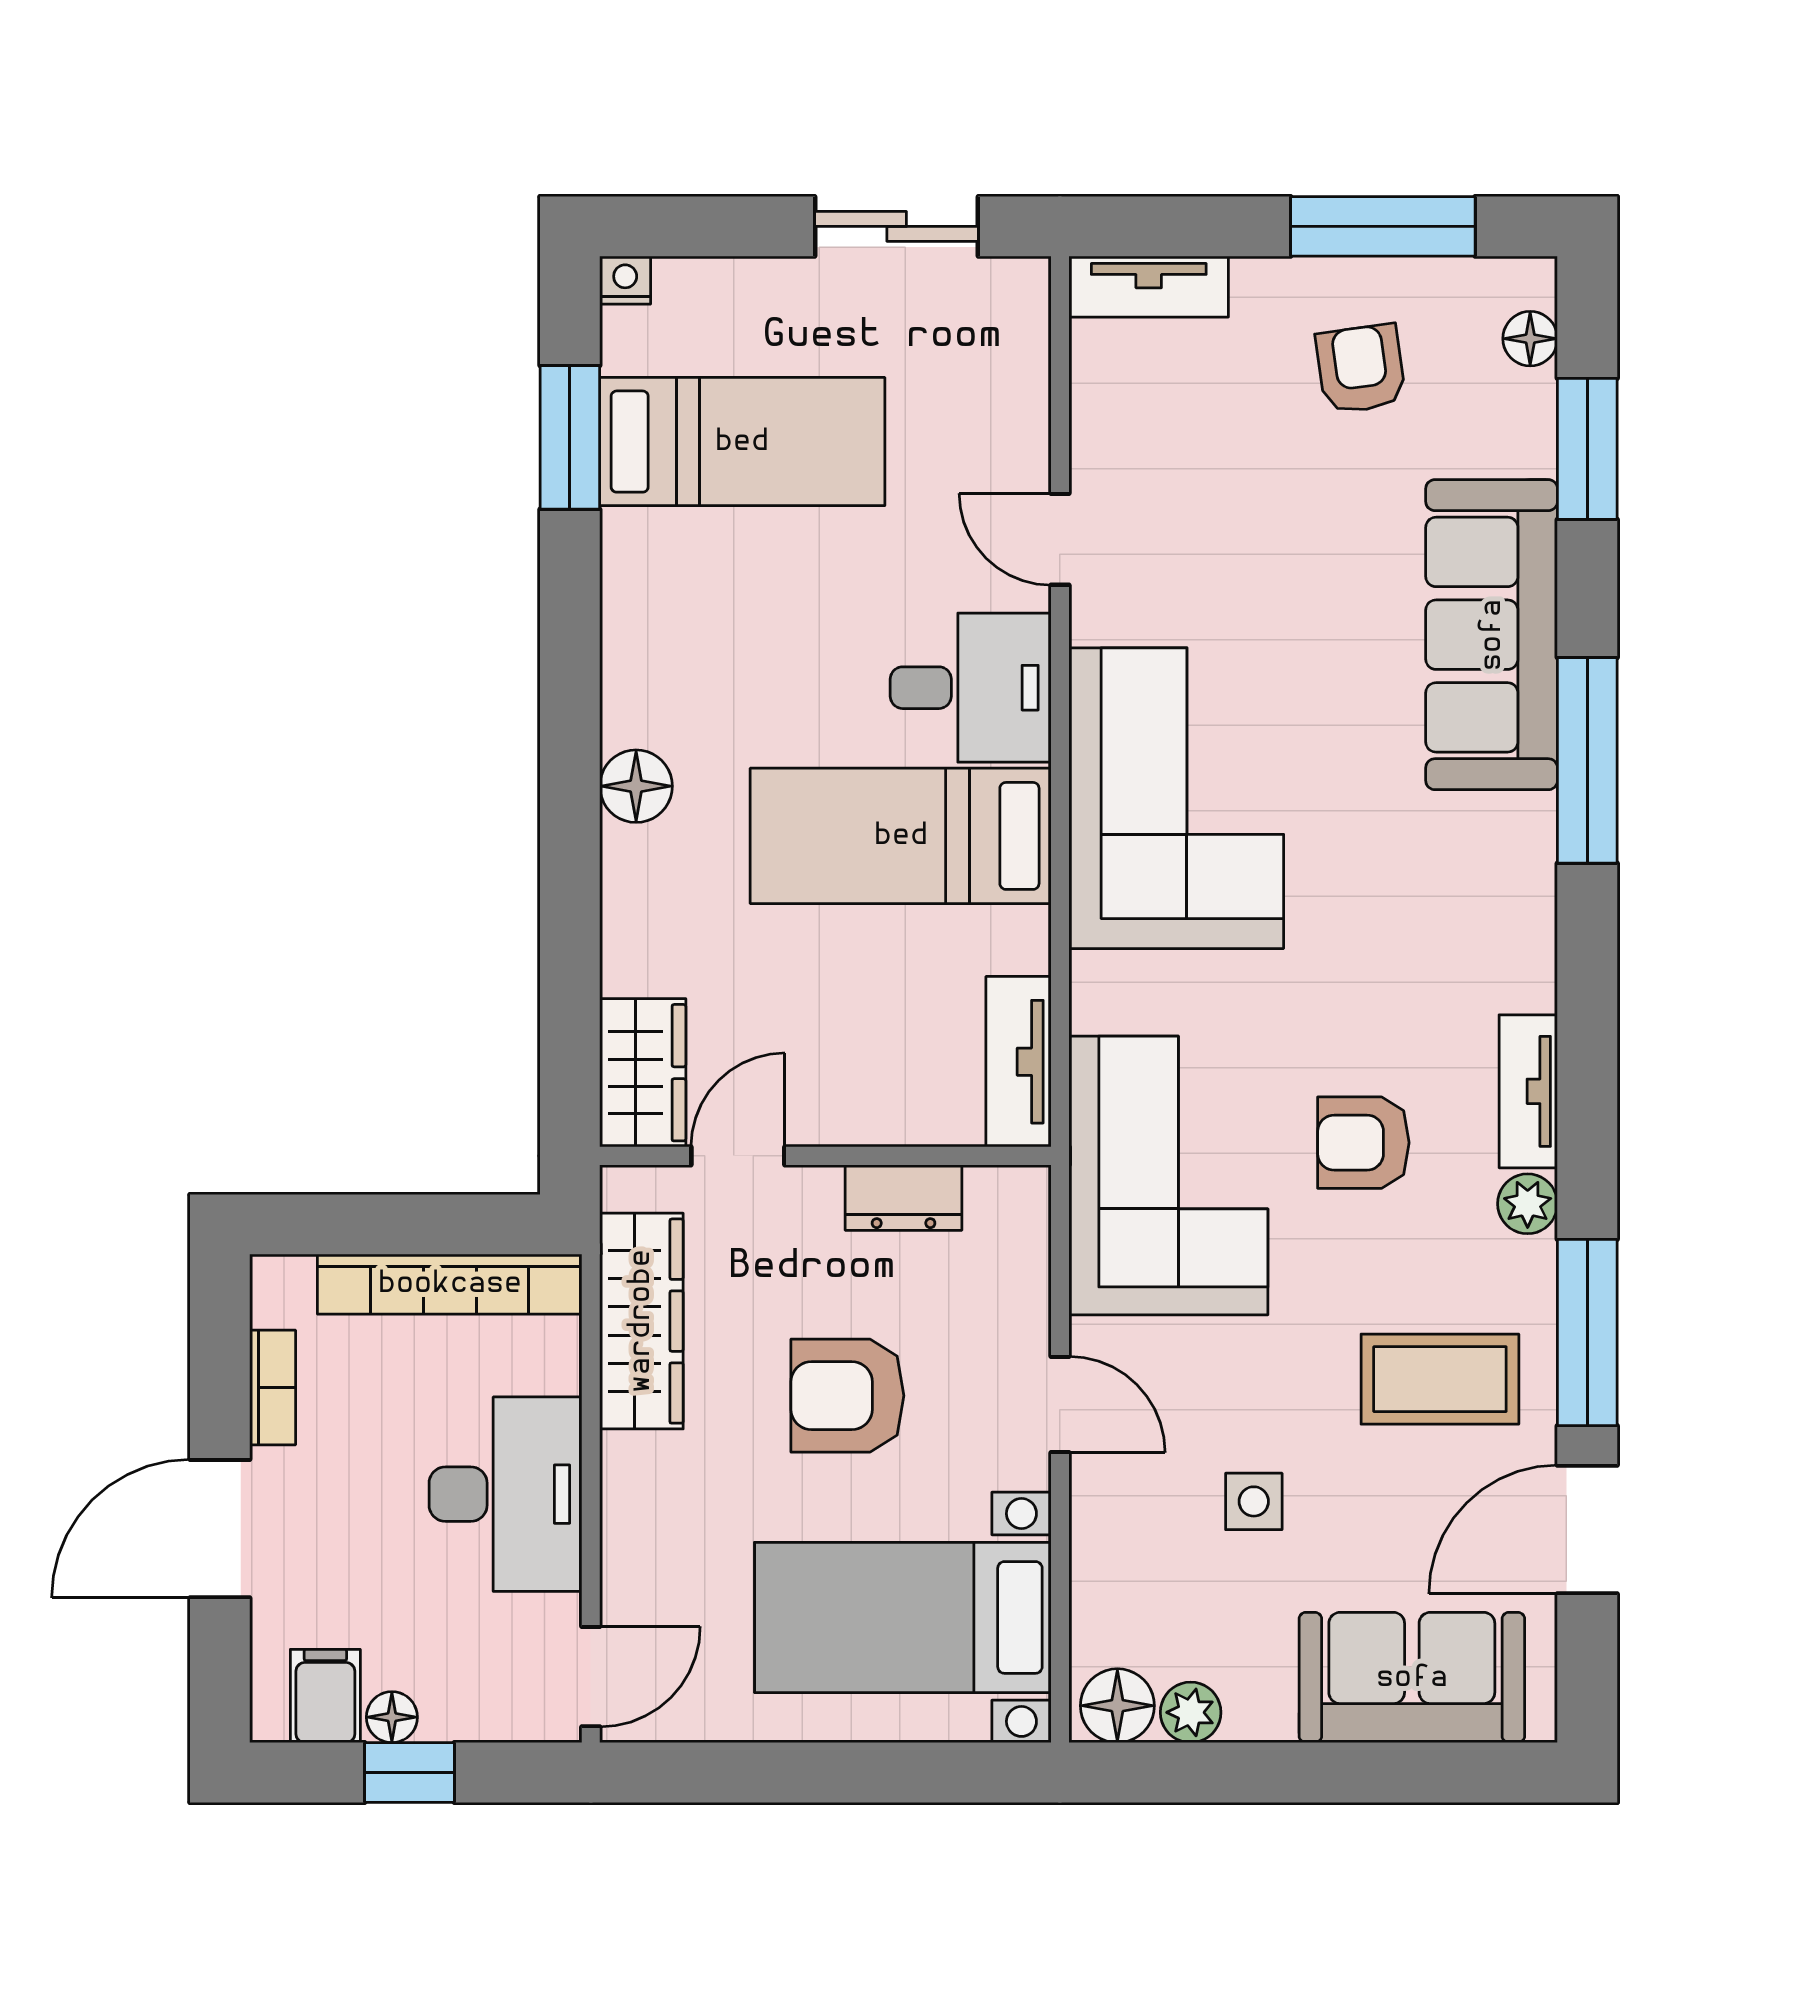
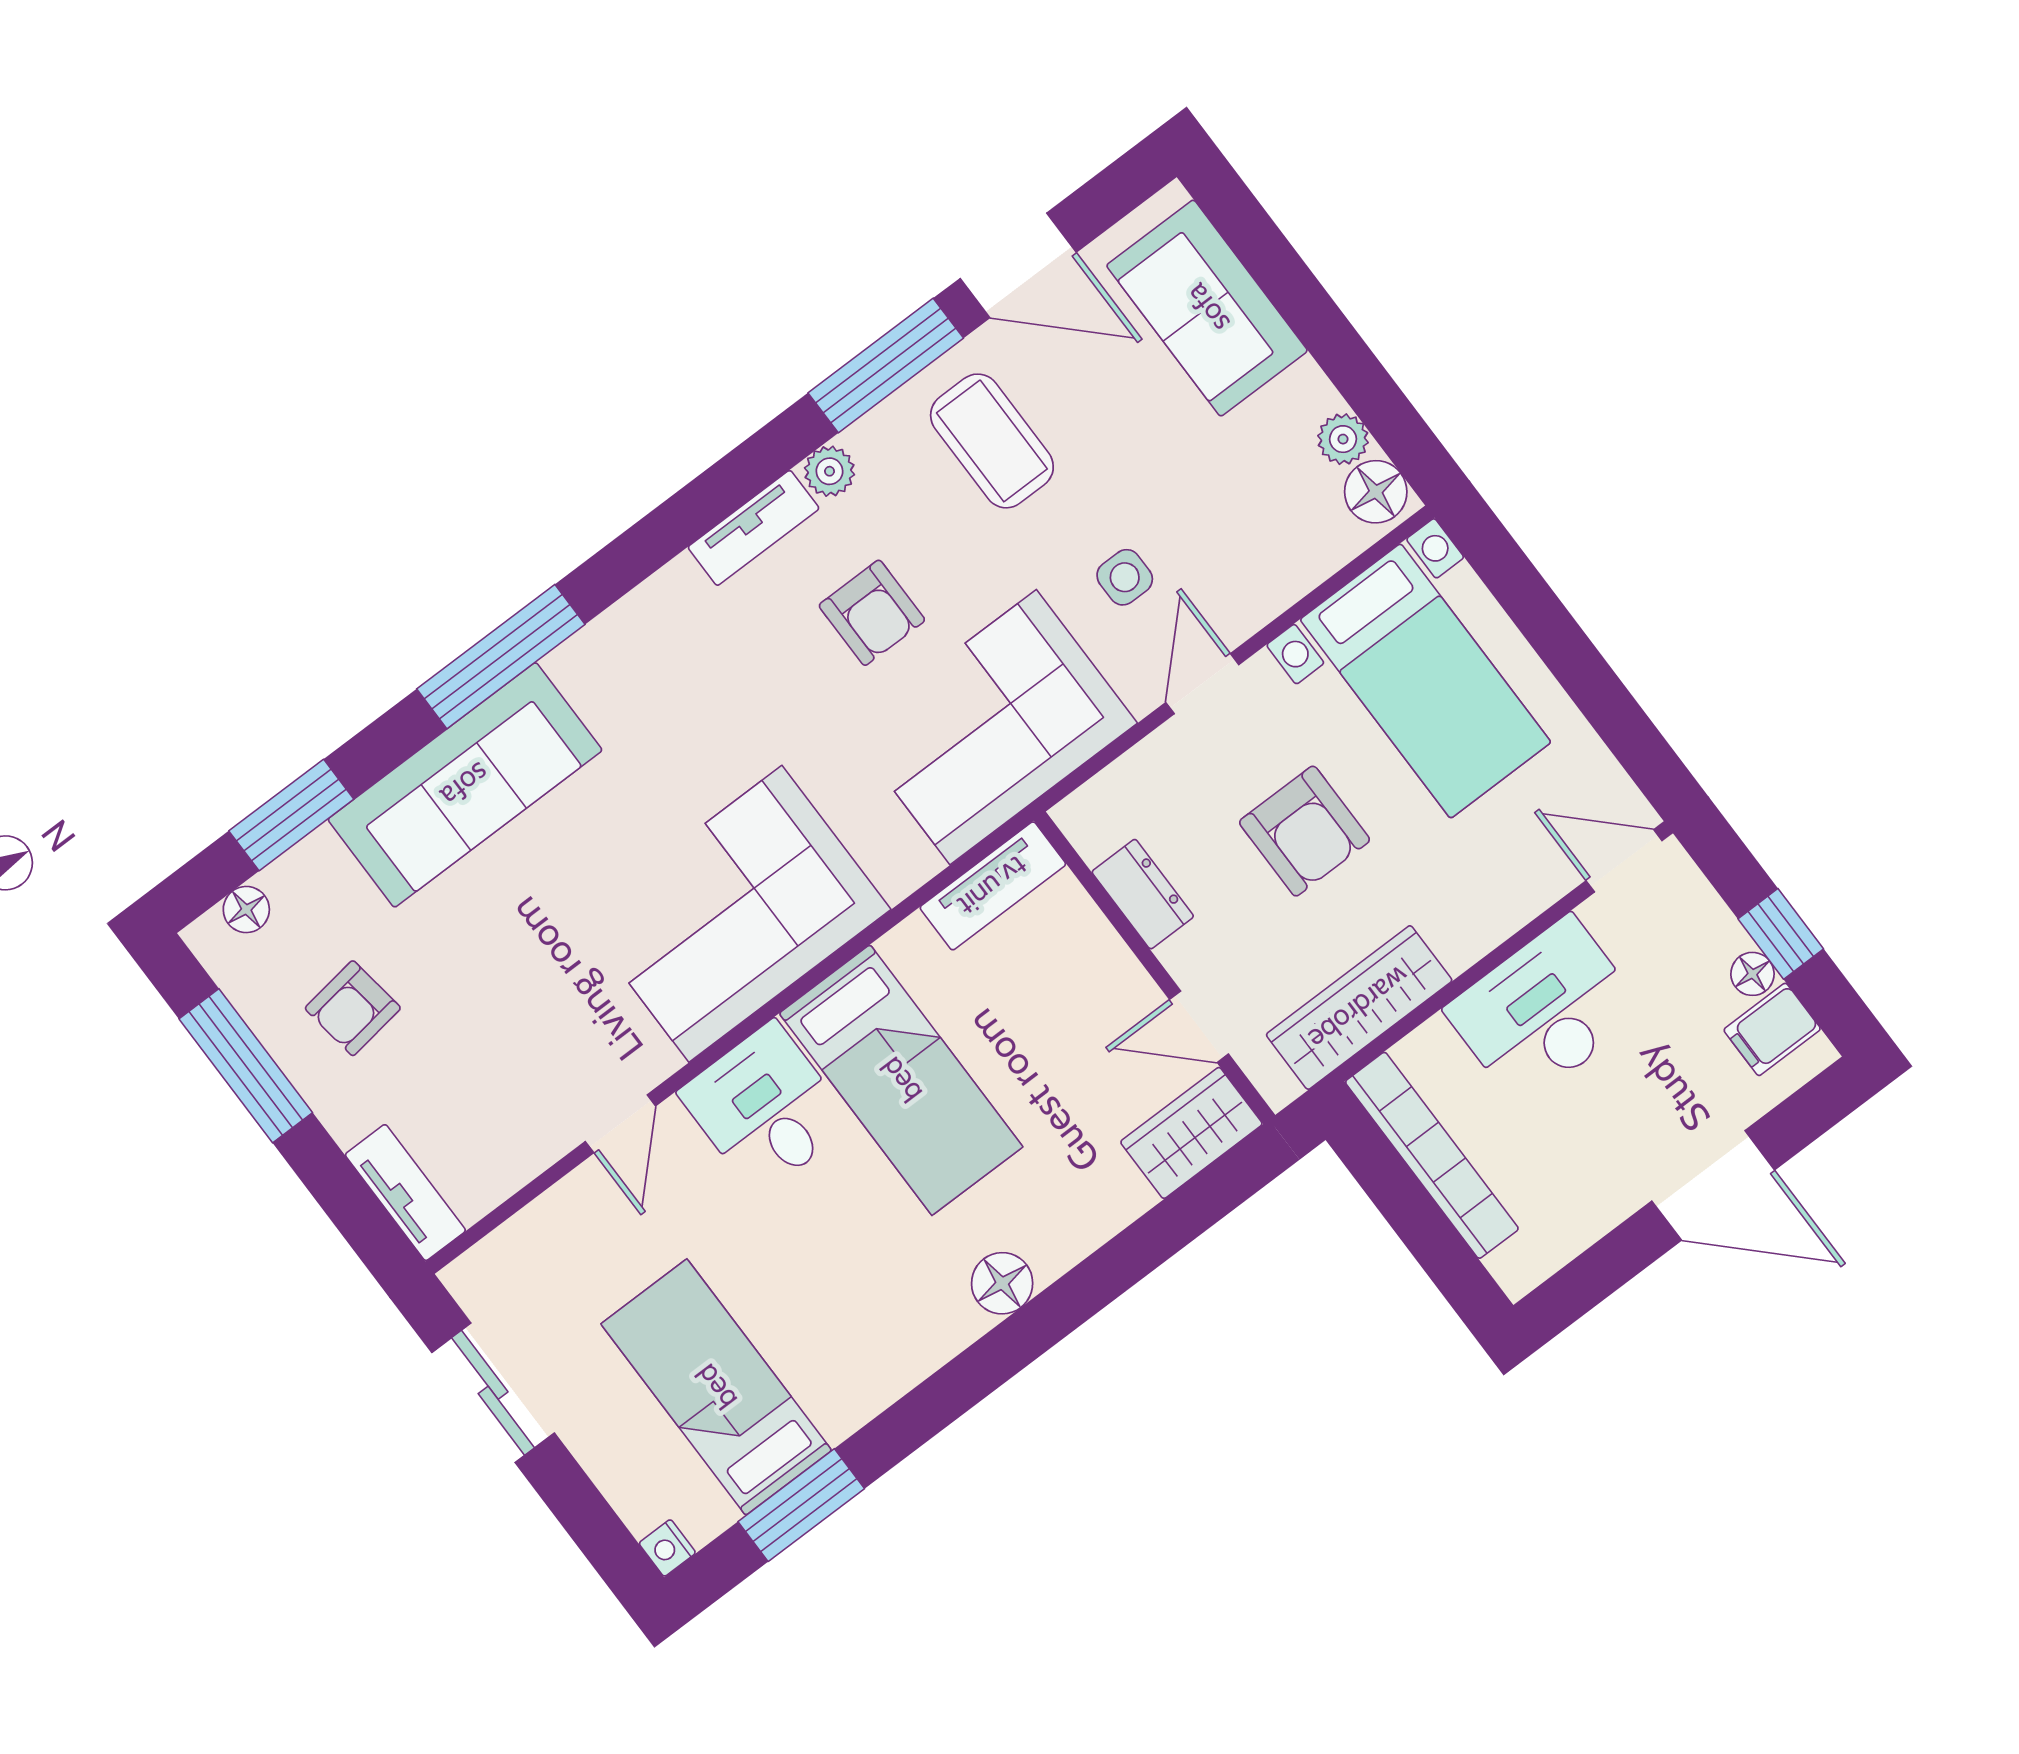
bookcase: (273, 1387) -> (1591, 1222), removed
side table: (1254, 1501) -> (1125, 577), moved

